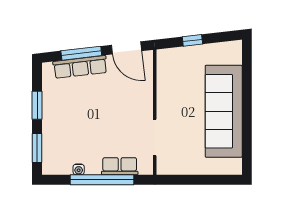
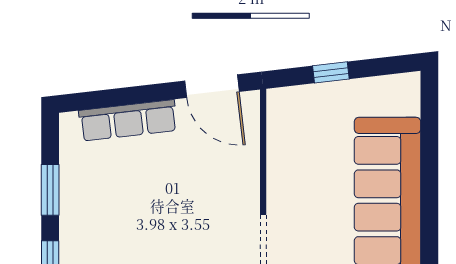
window: (81, 53) -> (130, 96), removed

